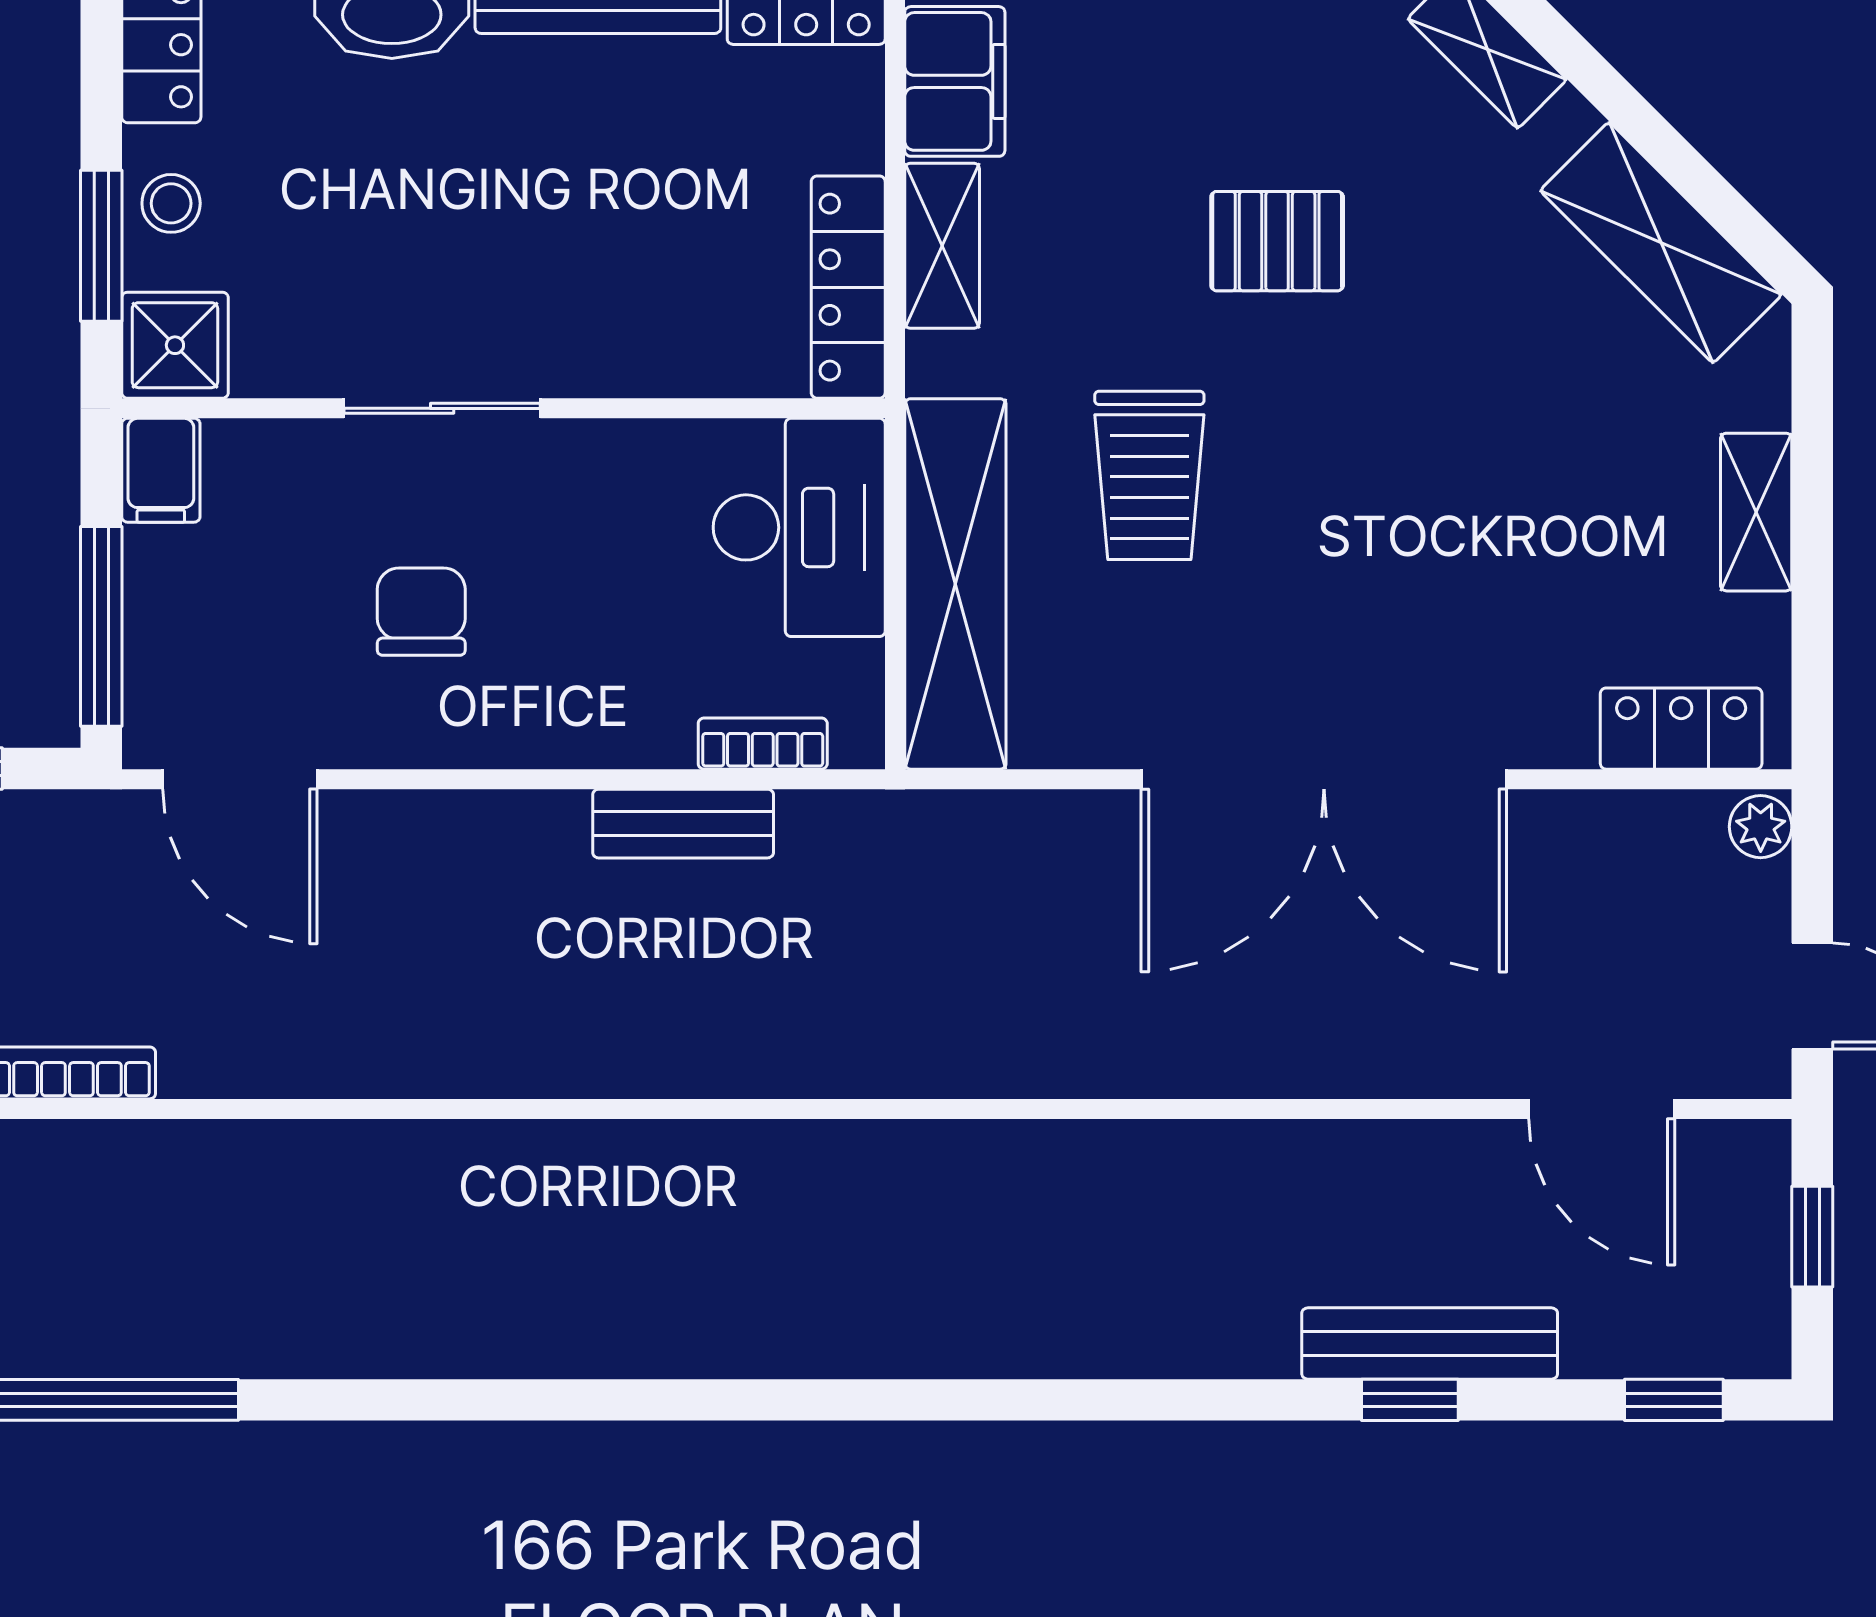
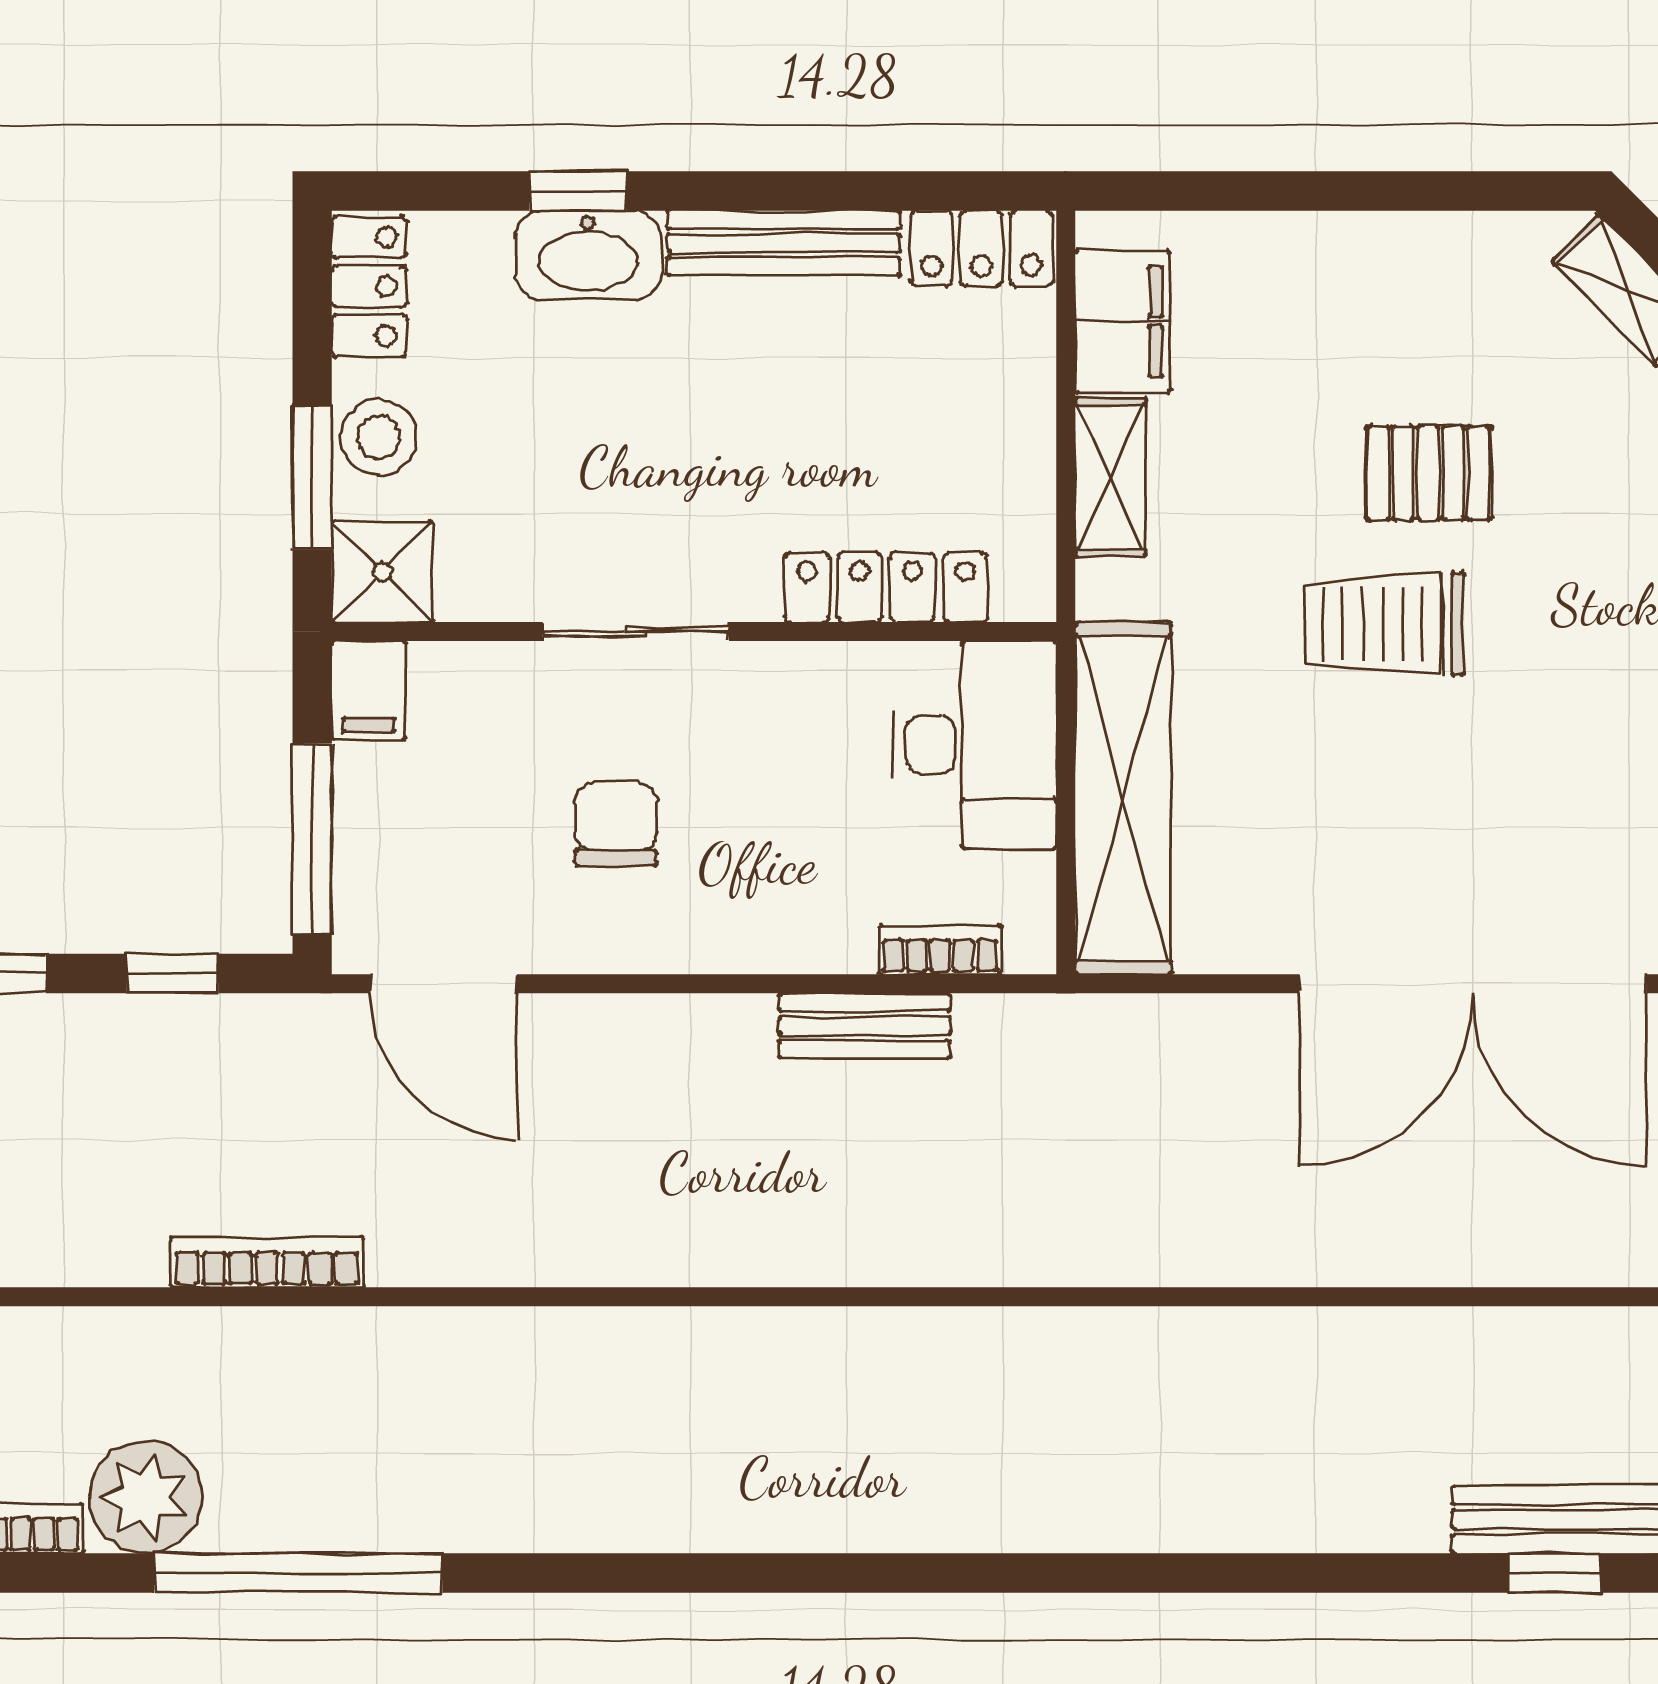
stool: (171, 203) -> (378, 437), width x1.37, depth x1.37
locker: (848, 287) -> (886, 587), moved, turned 90
trolley: (1149, 475) -> (1384, 624), moved, turned 90

